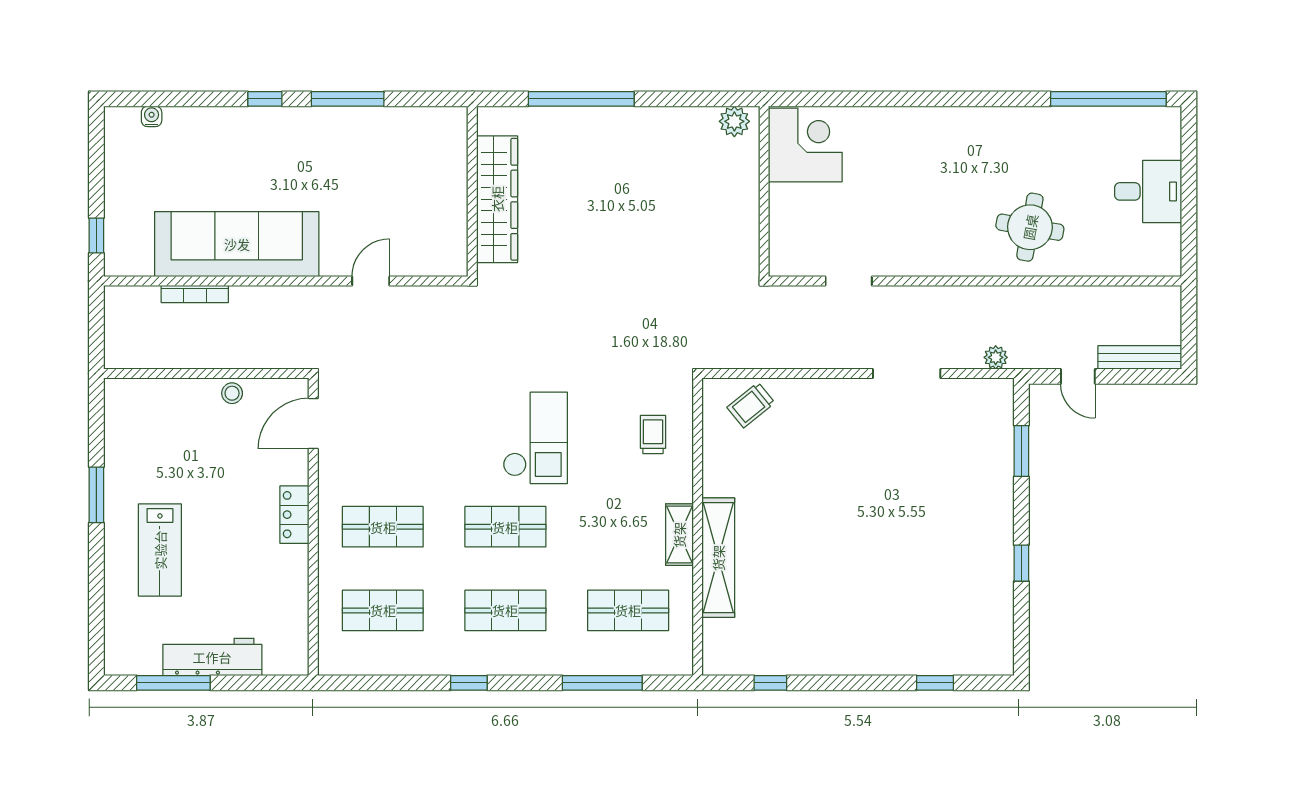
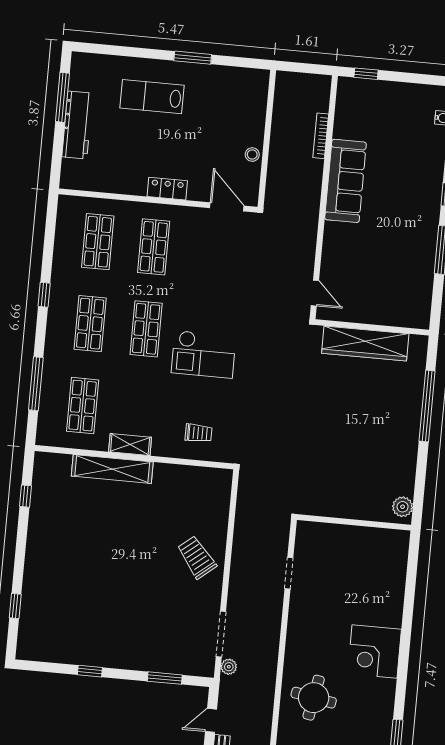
corner desk: (805, 145) -> (375, 652), moved, turned 90
sofa: (237, 244) -> (345, 181), width x0.74, depth x0.79
door: (371, 281) -> (315, 293), moved
doorway: (907, 374) -> (221, 634), moved
trolley: (751, 405) -> (197, 557), moved, width x1.36, depth x1.39

